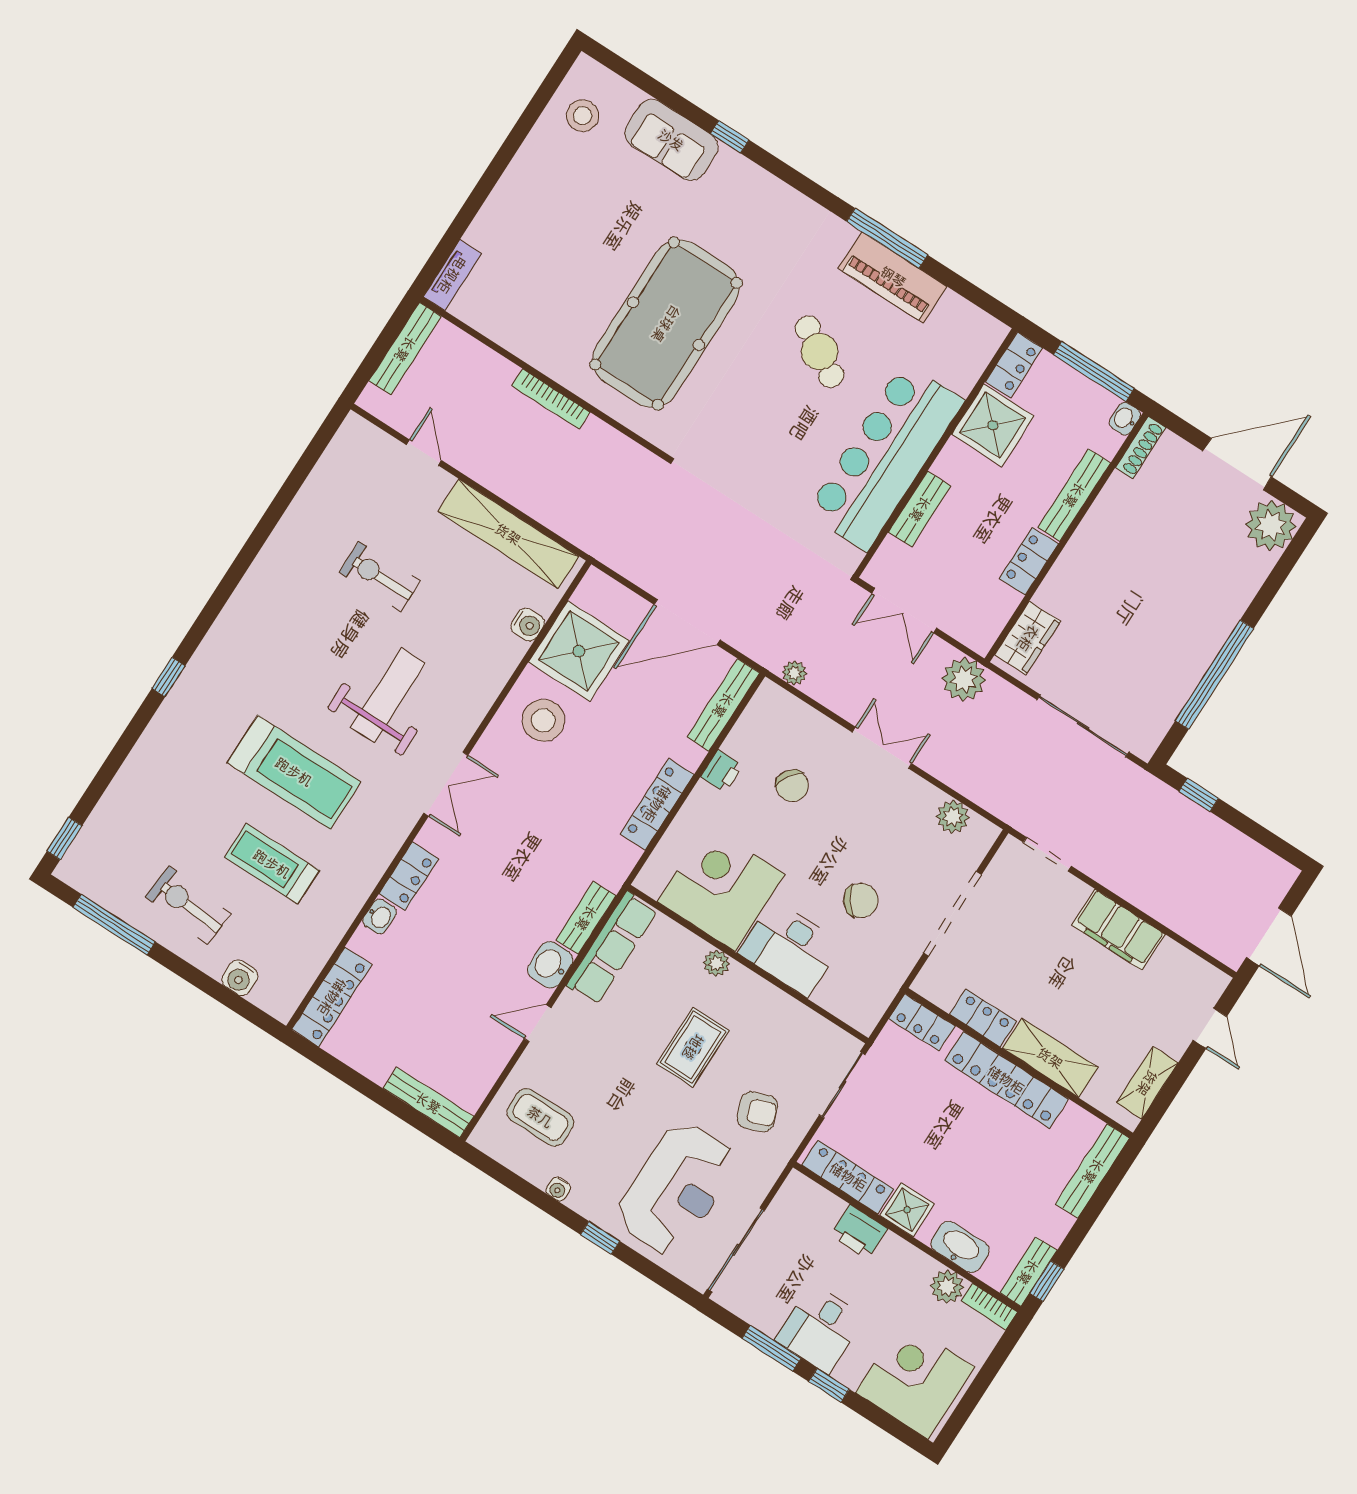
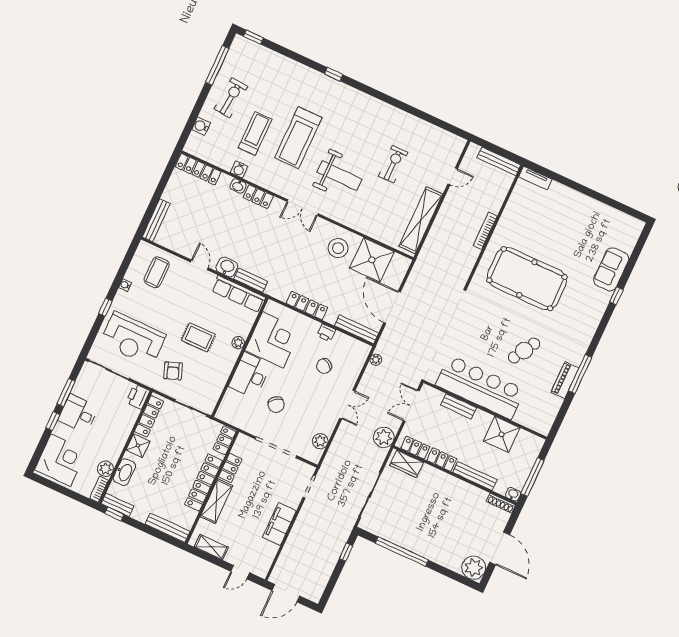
stool: (583, 116) -> (617, 227), removed
piano: (893, 277) -> (565, 380), width x0.73, depth x0.75
locker: (1014, 365) -> (415, 448), moved, turned 180
water cooler: (528, 625) -> (239, 169), moved
printer: (859, 1232) -> (138, 397), moved

